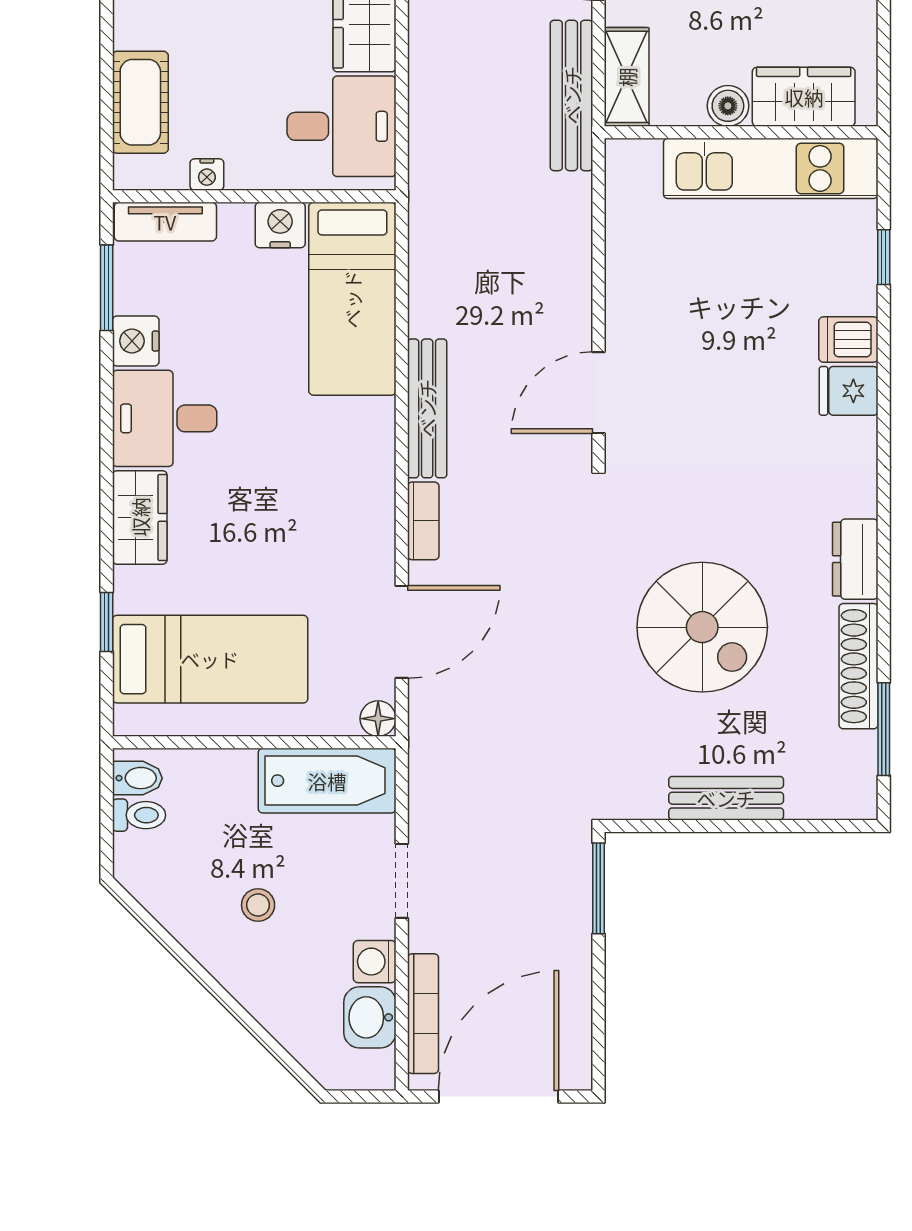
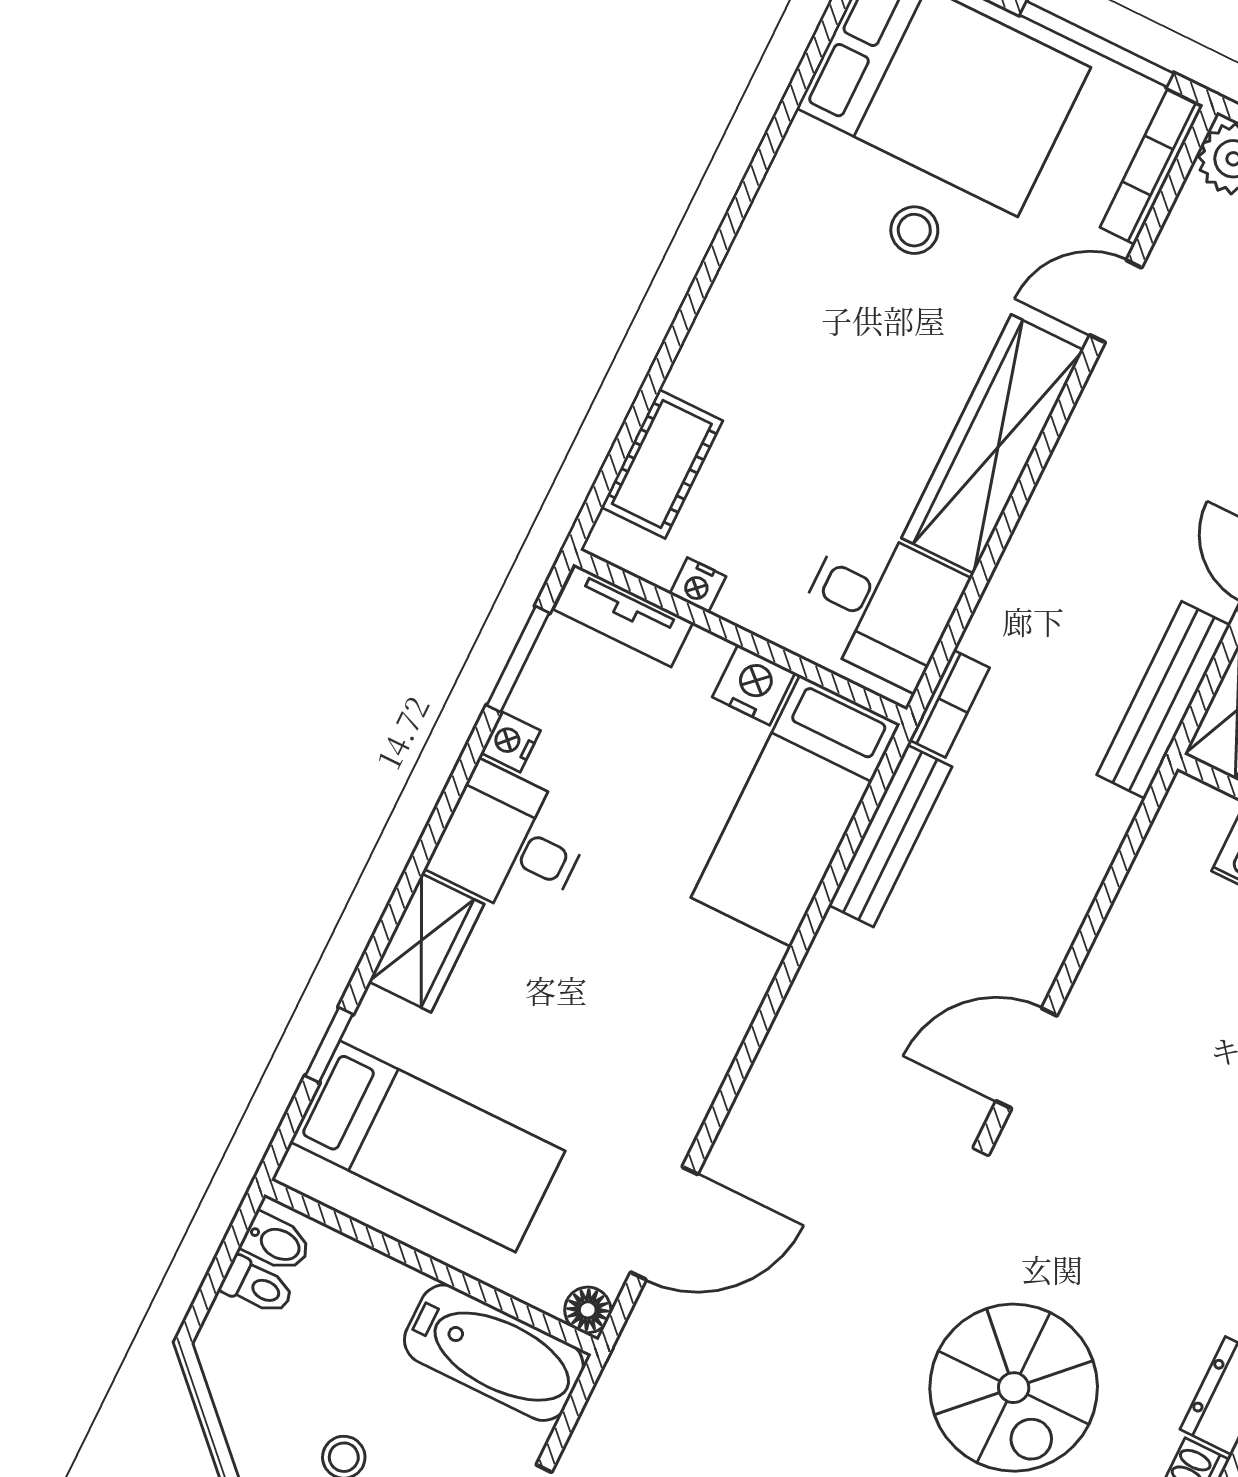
nightstand: (136, 341) -> (511, 742), width x0.72, depth x0.74
bench: (427, 408) -> (890, 836), moved
bookcase: (423, 521) -> (949, 704), moved

